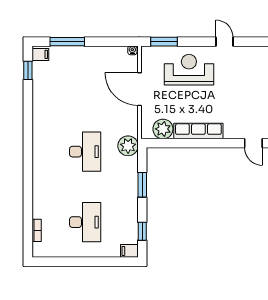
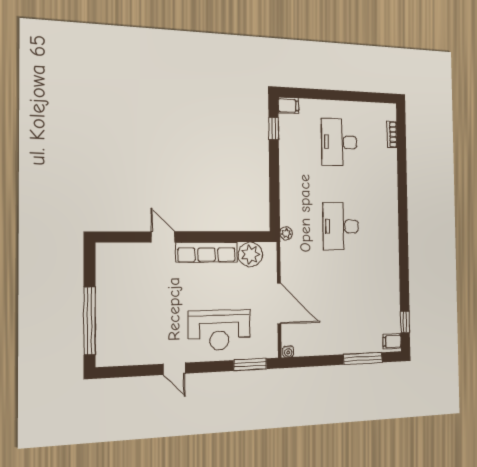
door: (253, 143) -> (163, 237), moved
plant: (128, 146) -> (286, 233), width x0.53, depth x0.53
window: (142, 185) -> (274, 185), removed

